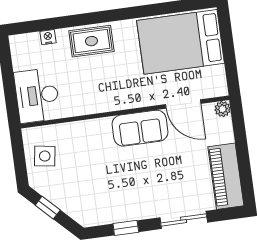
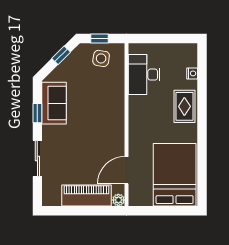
desk: (37, 95) -> (144, 75), moved, turned -90
sofa: (140, 128) -> (54, 103), moved, turned 180
window: (20, 162) -> (100, 39), added
piano: (226, 176) -> (86, 195), moved

